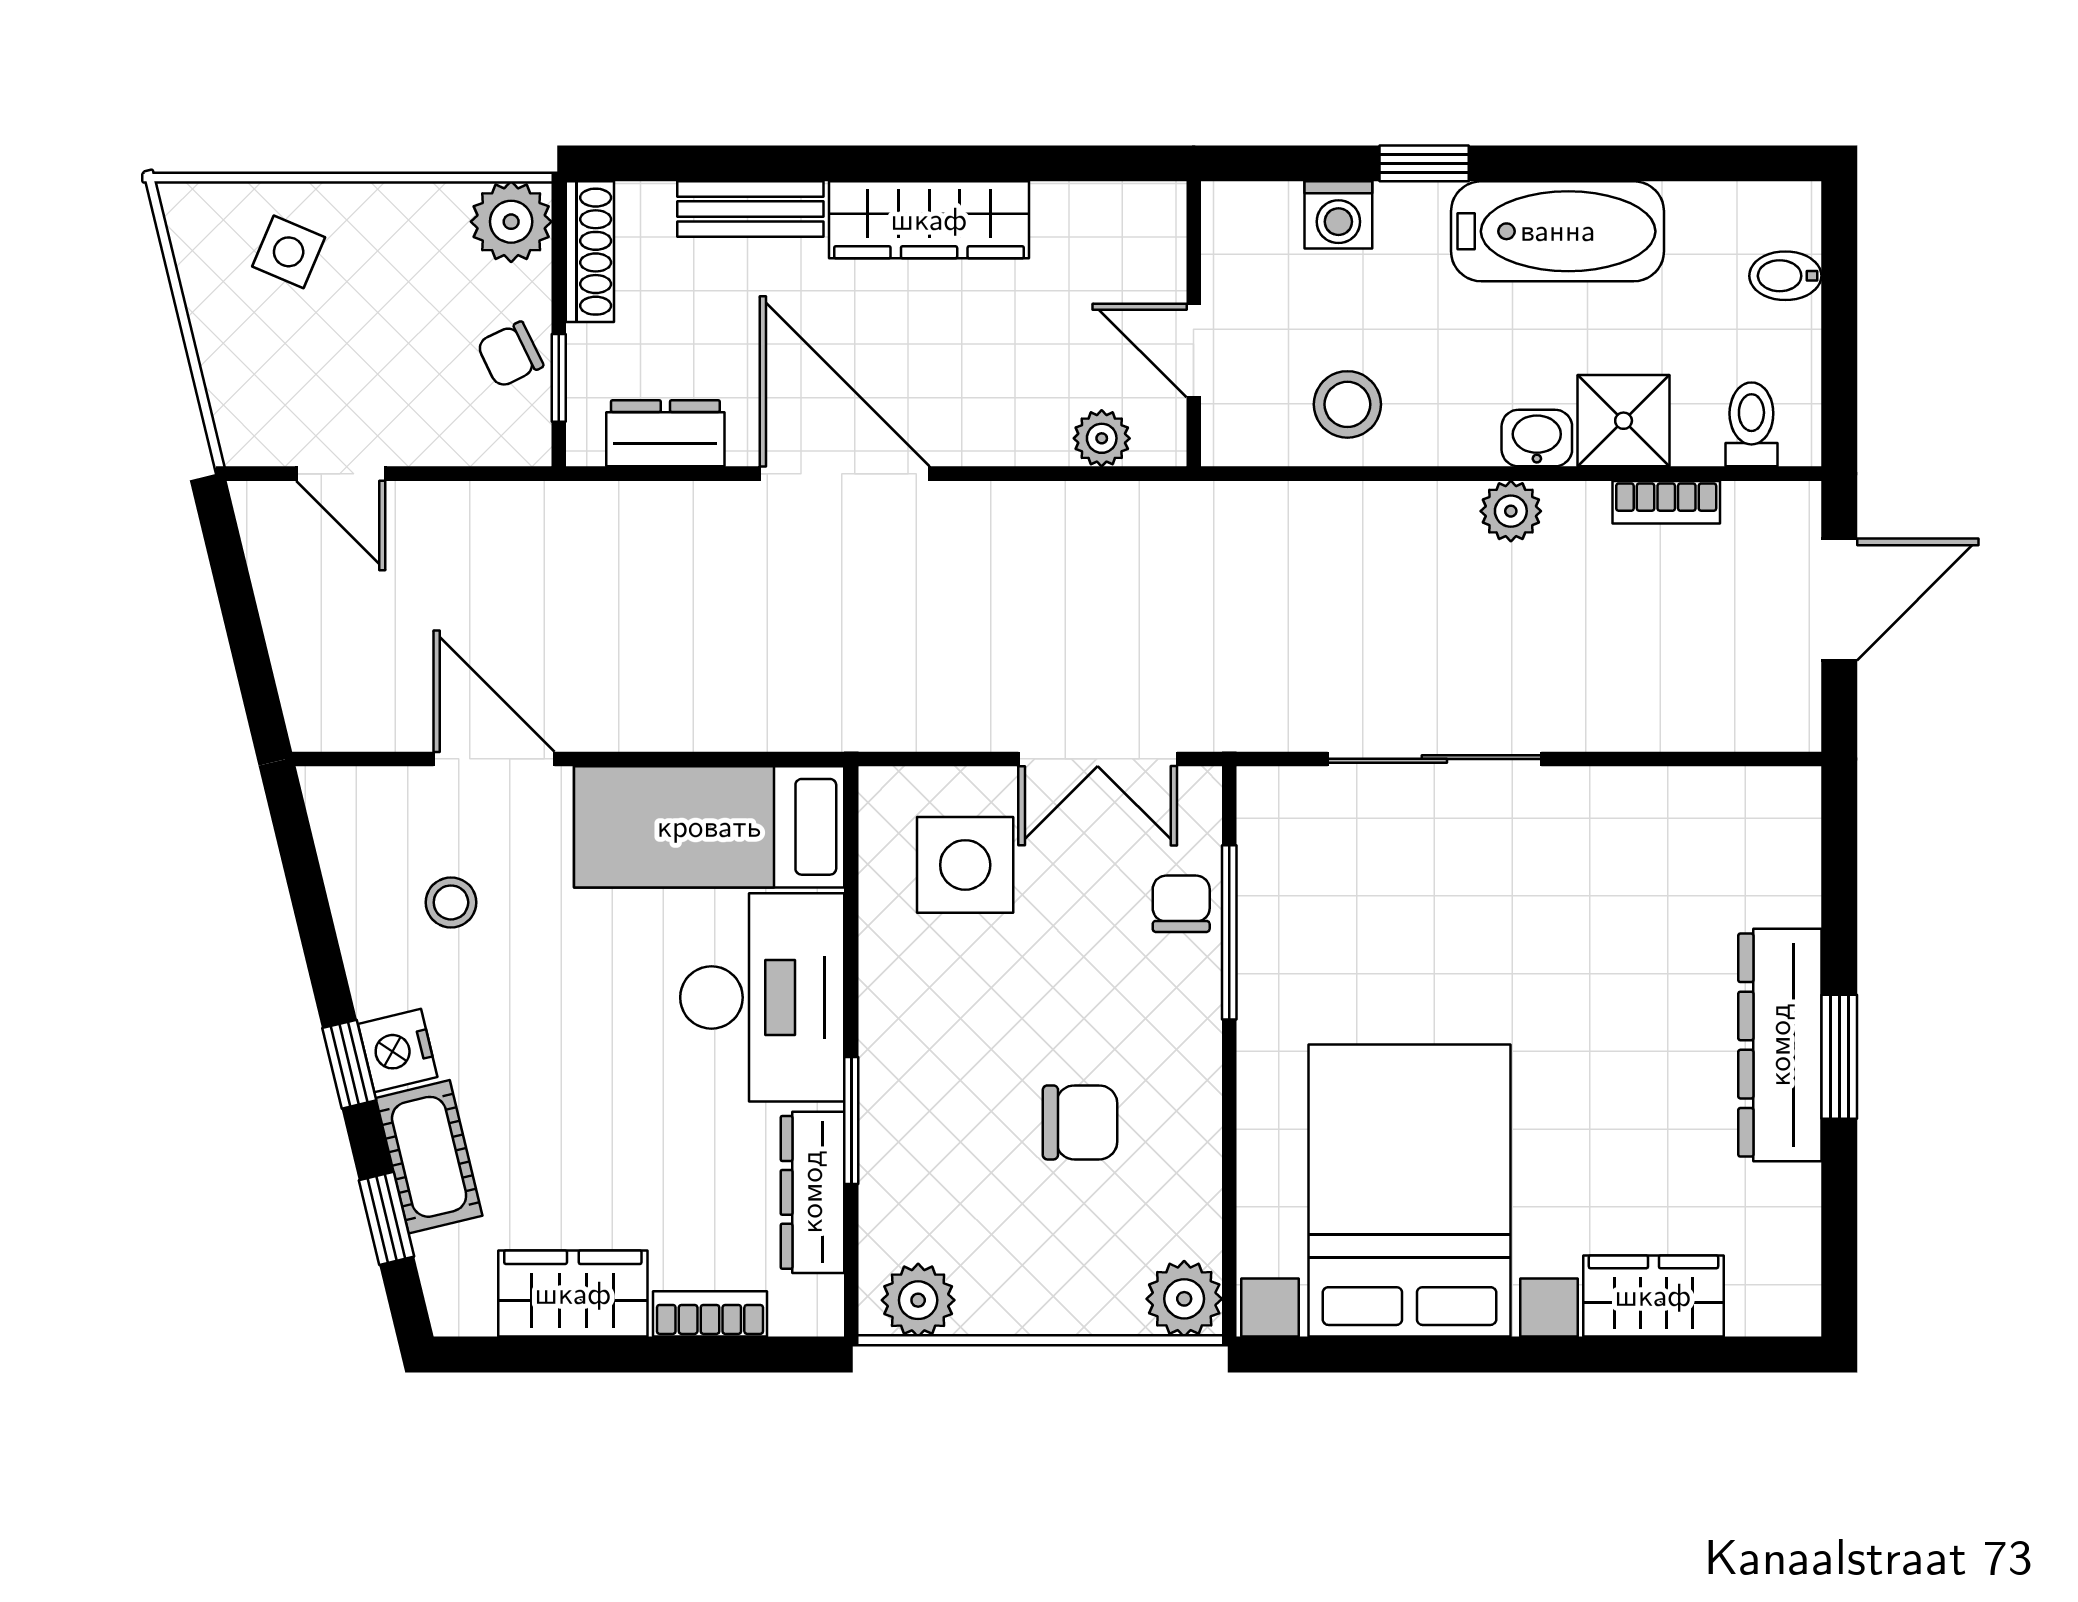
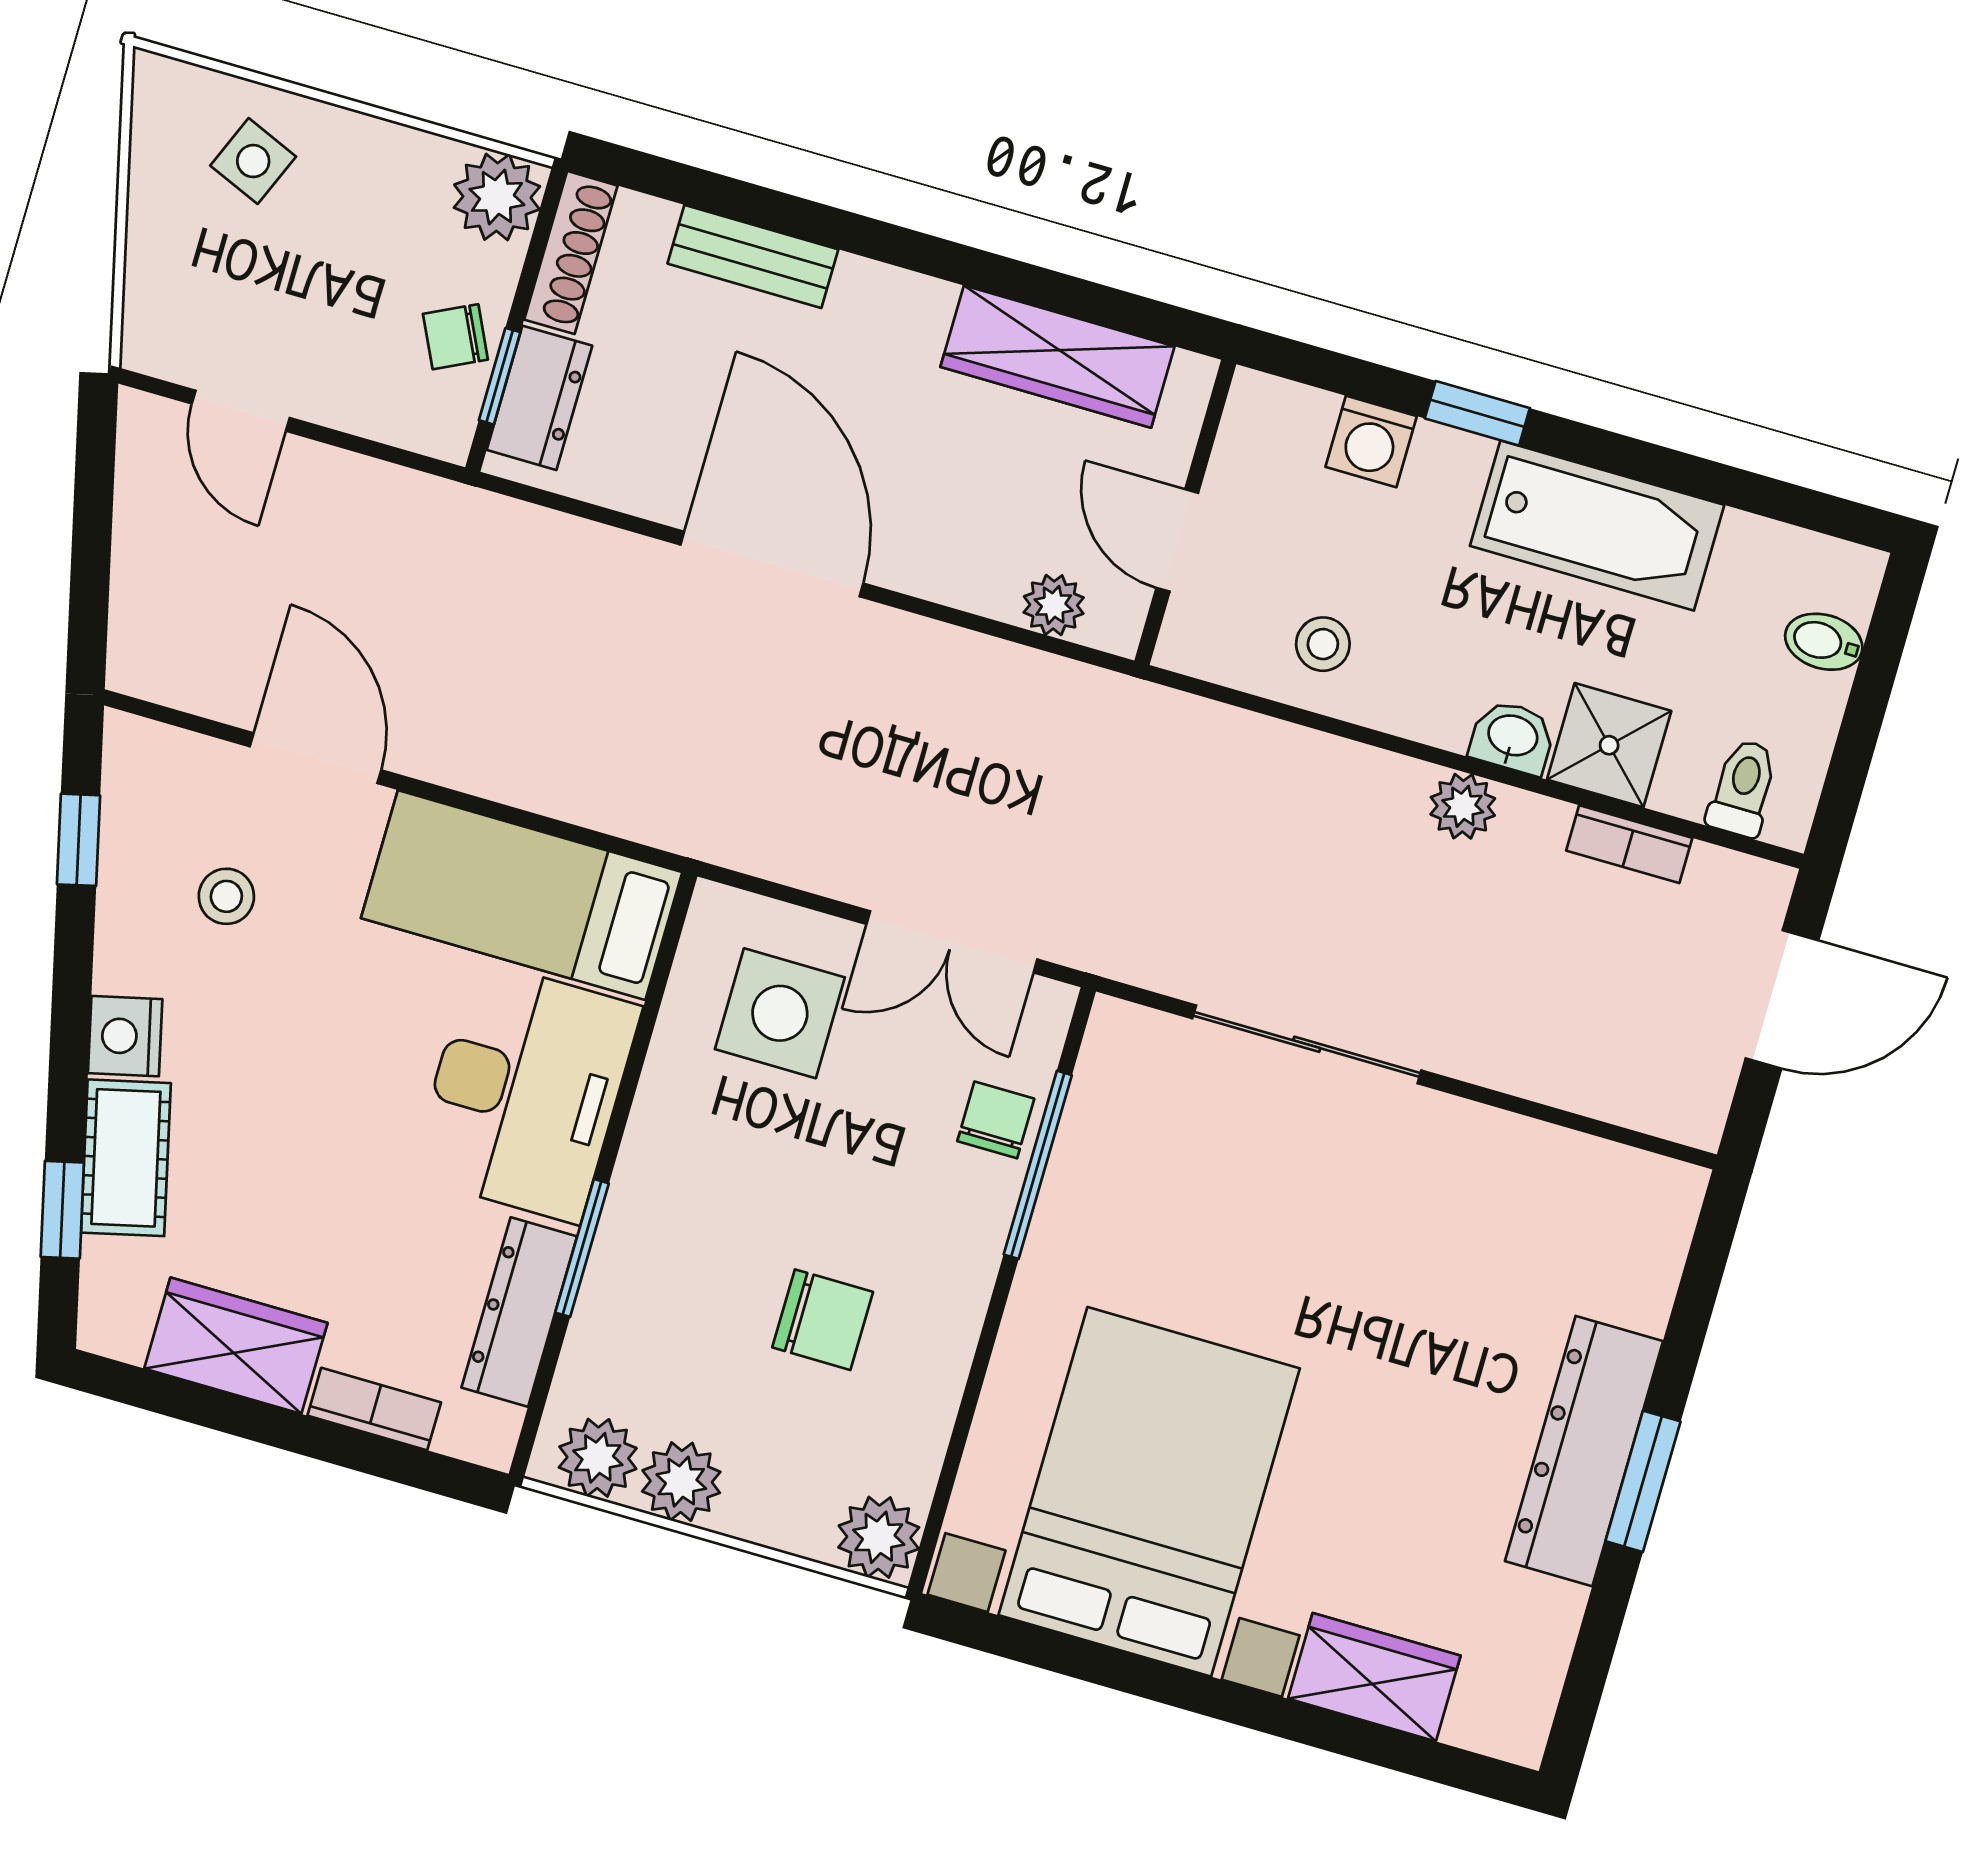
wardrobe: (929, 220) -> (1057, 357), moved
stool: (1347, 404) -> (1323, 644), width x0.73, depth x0.73
dresser: (665, 433) -> (539, 398), moved, turned 90
window: (349, 1064) -> (79, 840), moved
plant: (997, 1300) -> (681, 1482), added

